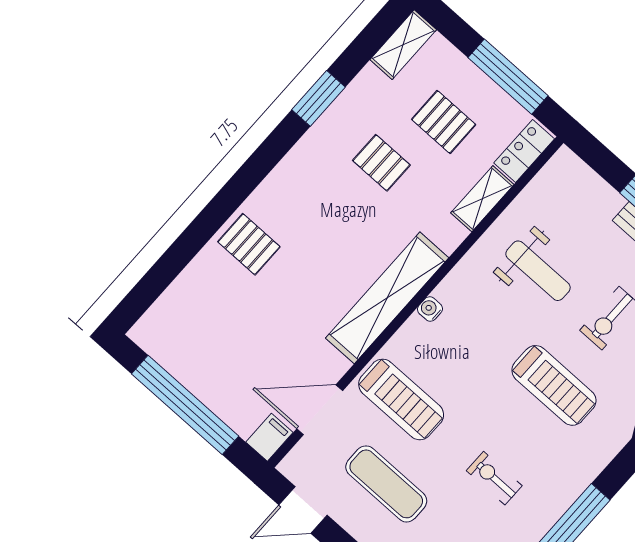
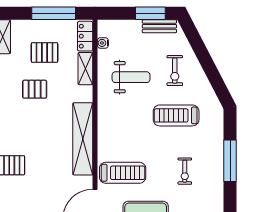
water cooler: (430, 309) -> (103, 43), moved
treadmill: (554, 385) -> (176, 115), turned 180
exercise bike: (494, 478) -> (185, 171), turned -90

